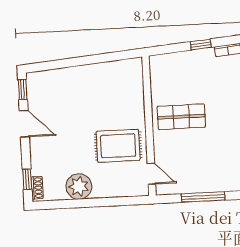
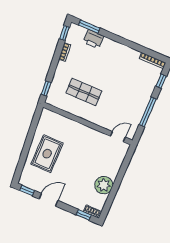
window: (201, 45) -> (46, 88), moved
shop shelf: (181, 117) -> (84, 92), moved, turned 90
rug: (118, 146) -> (47, 154), moved

